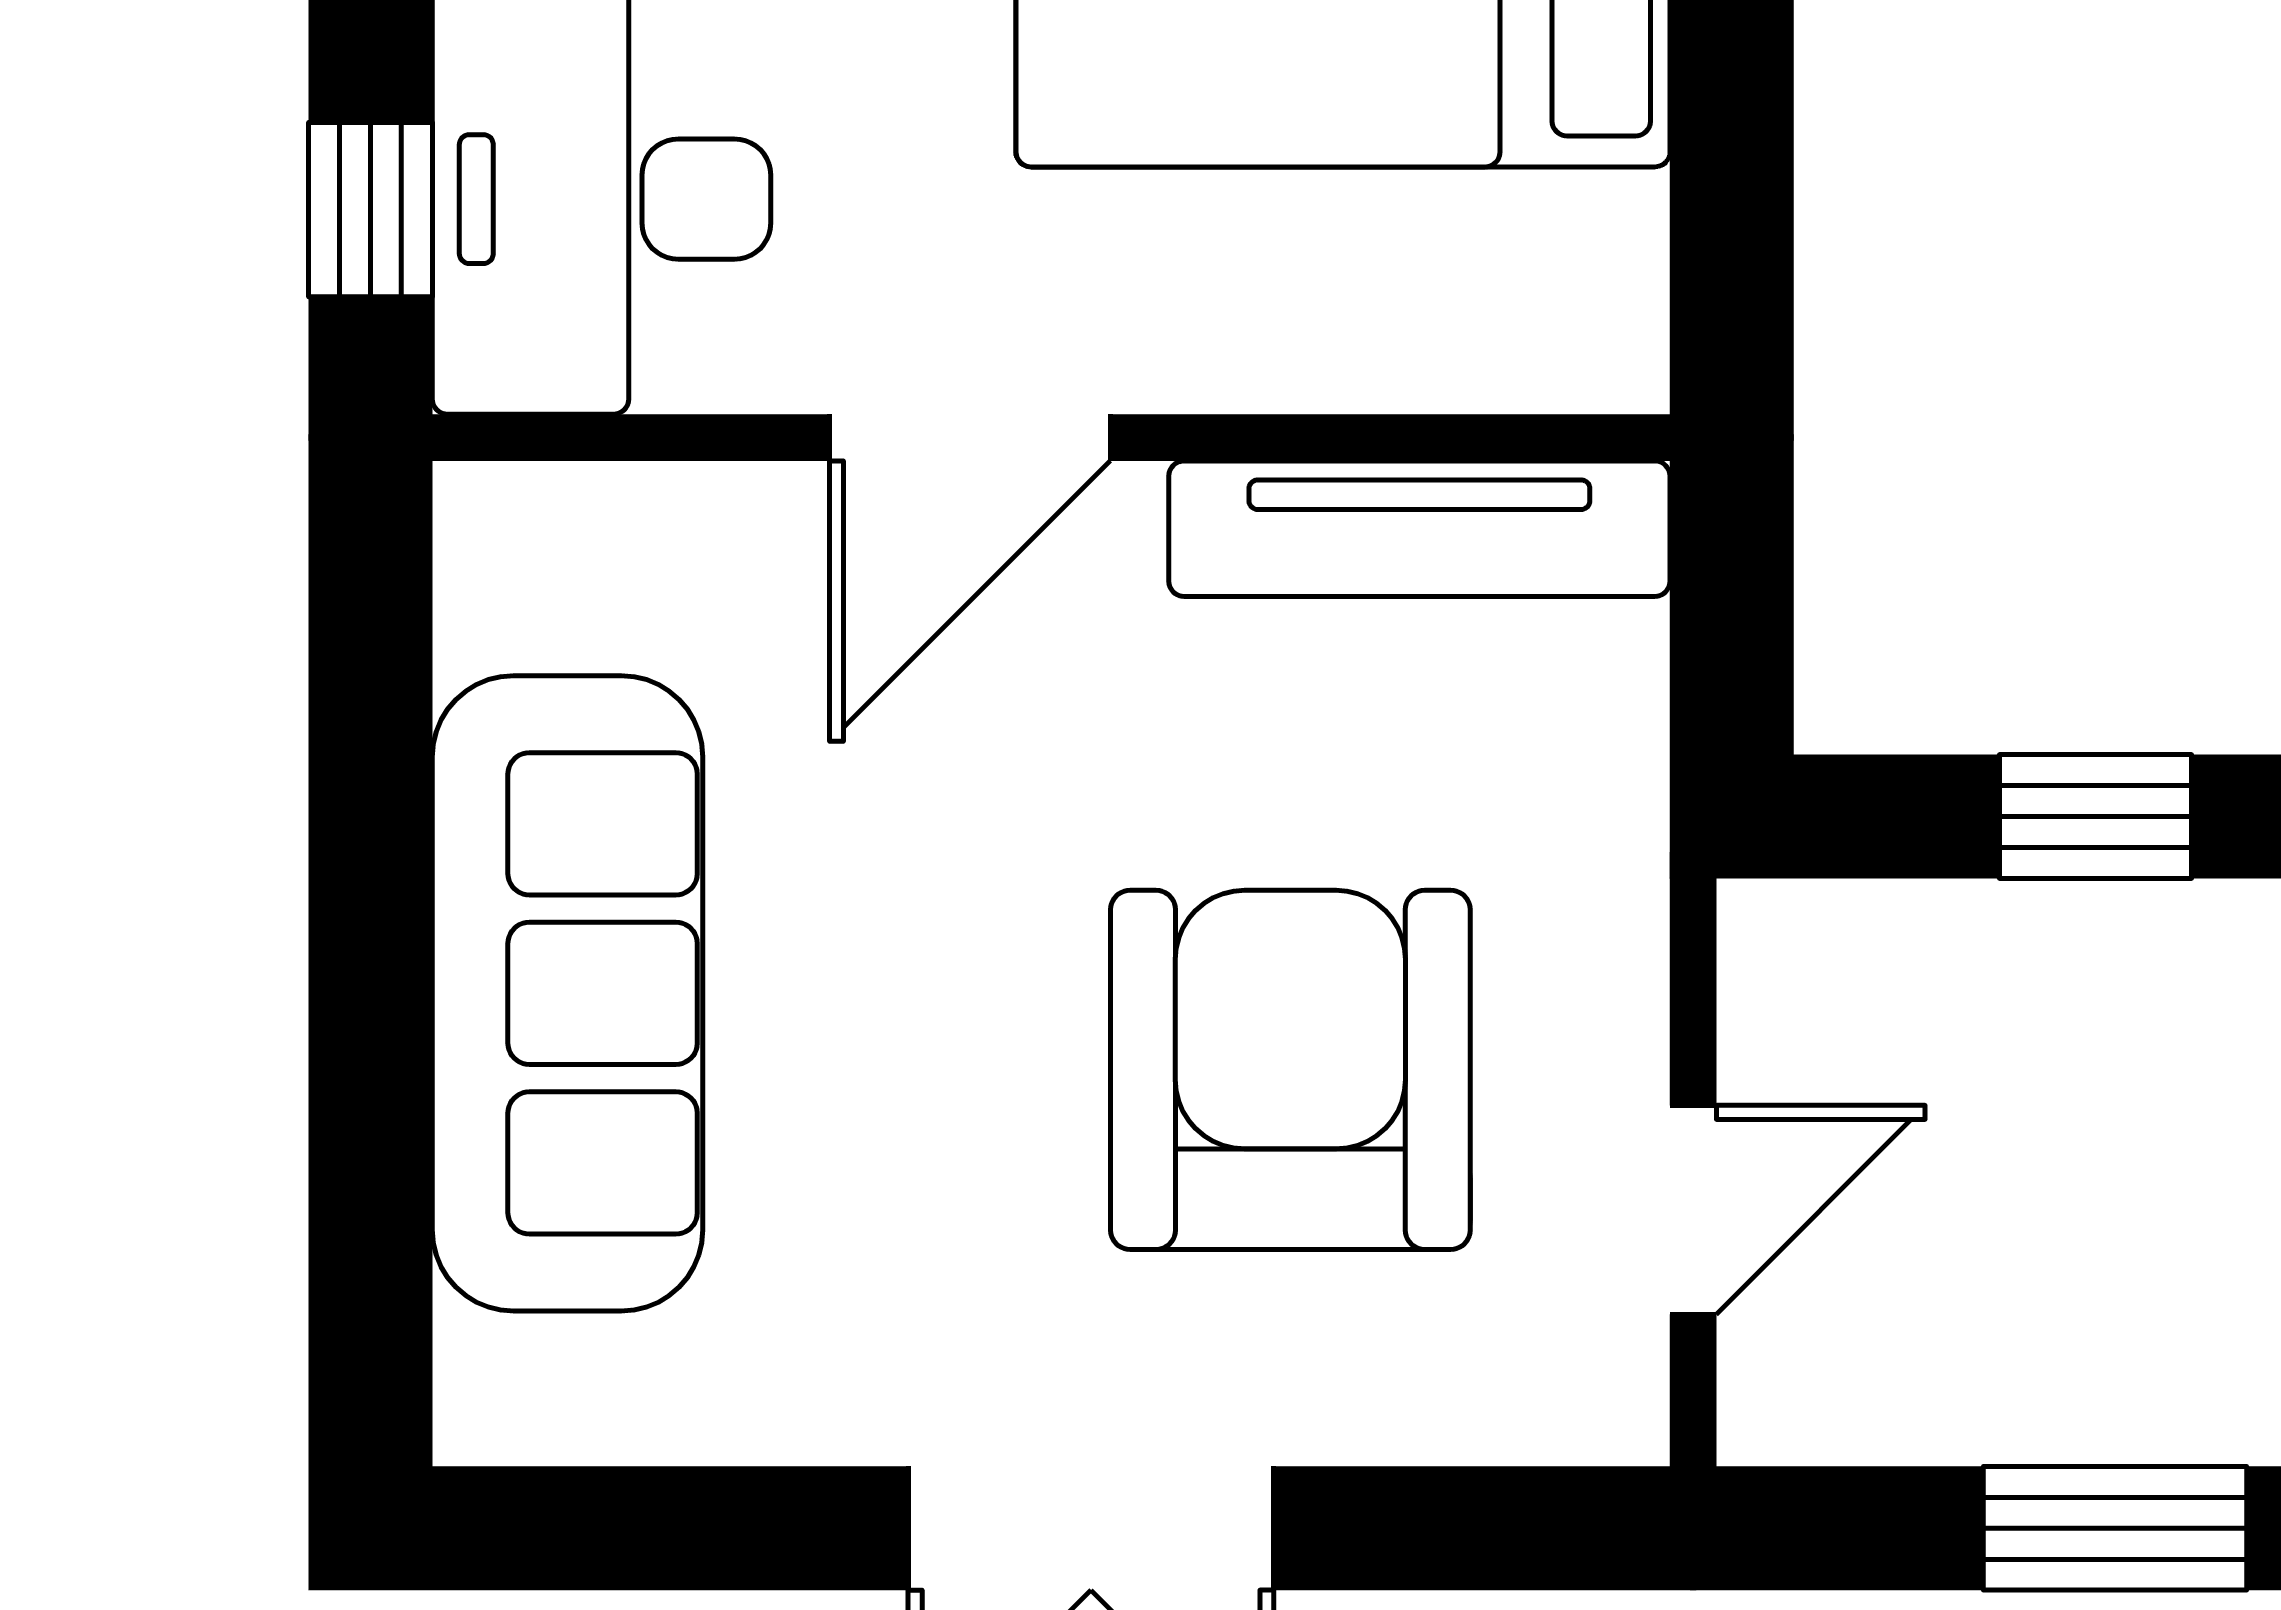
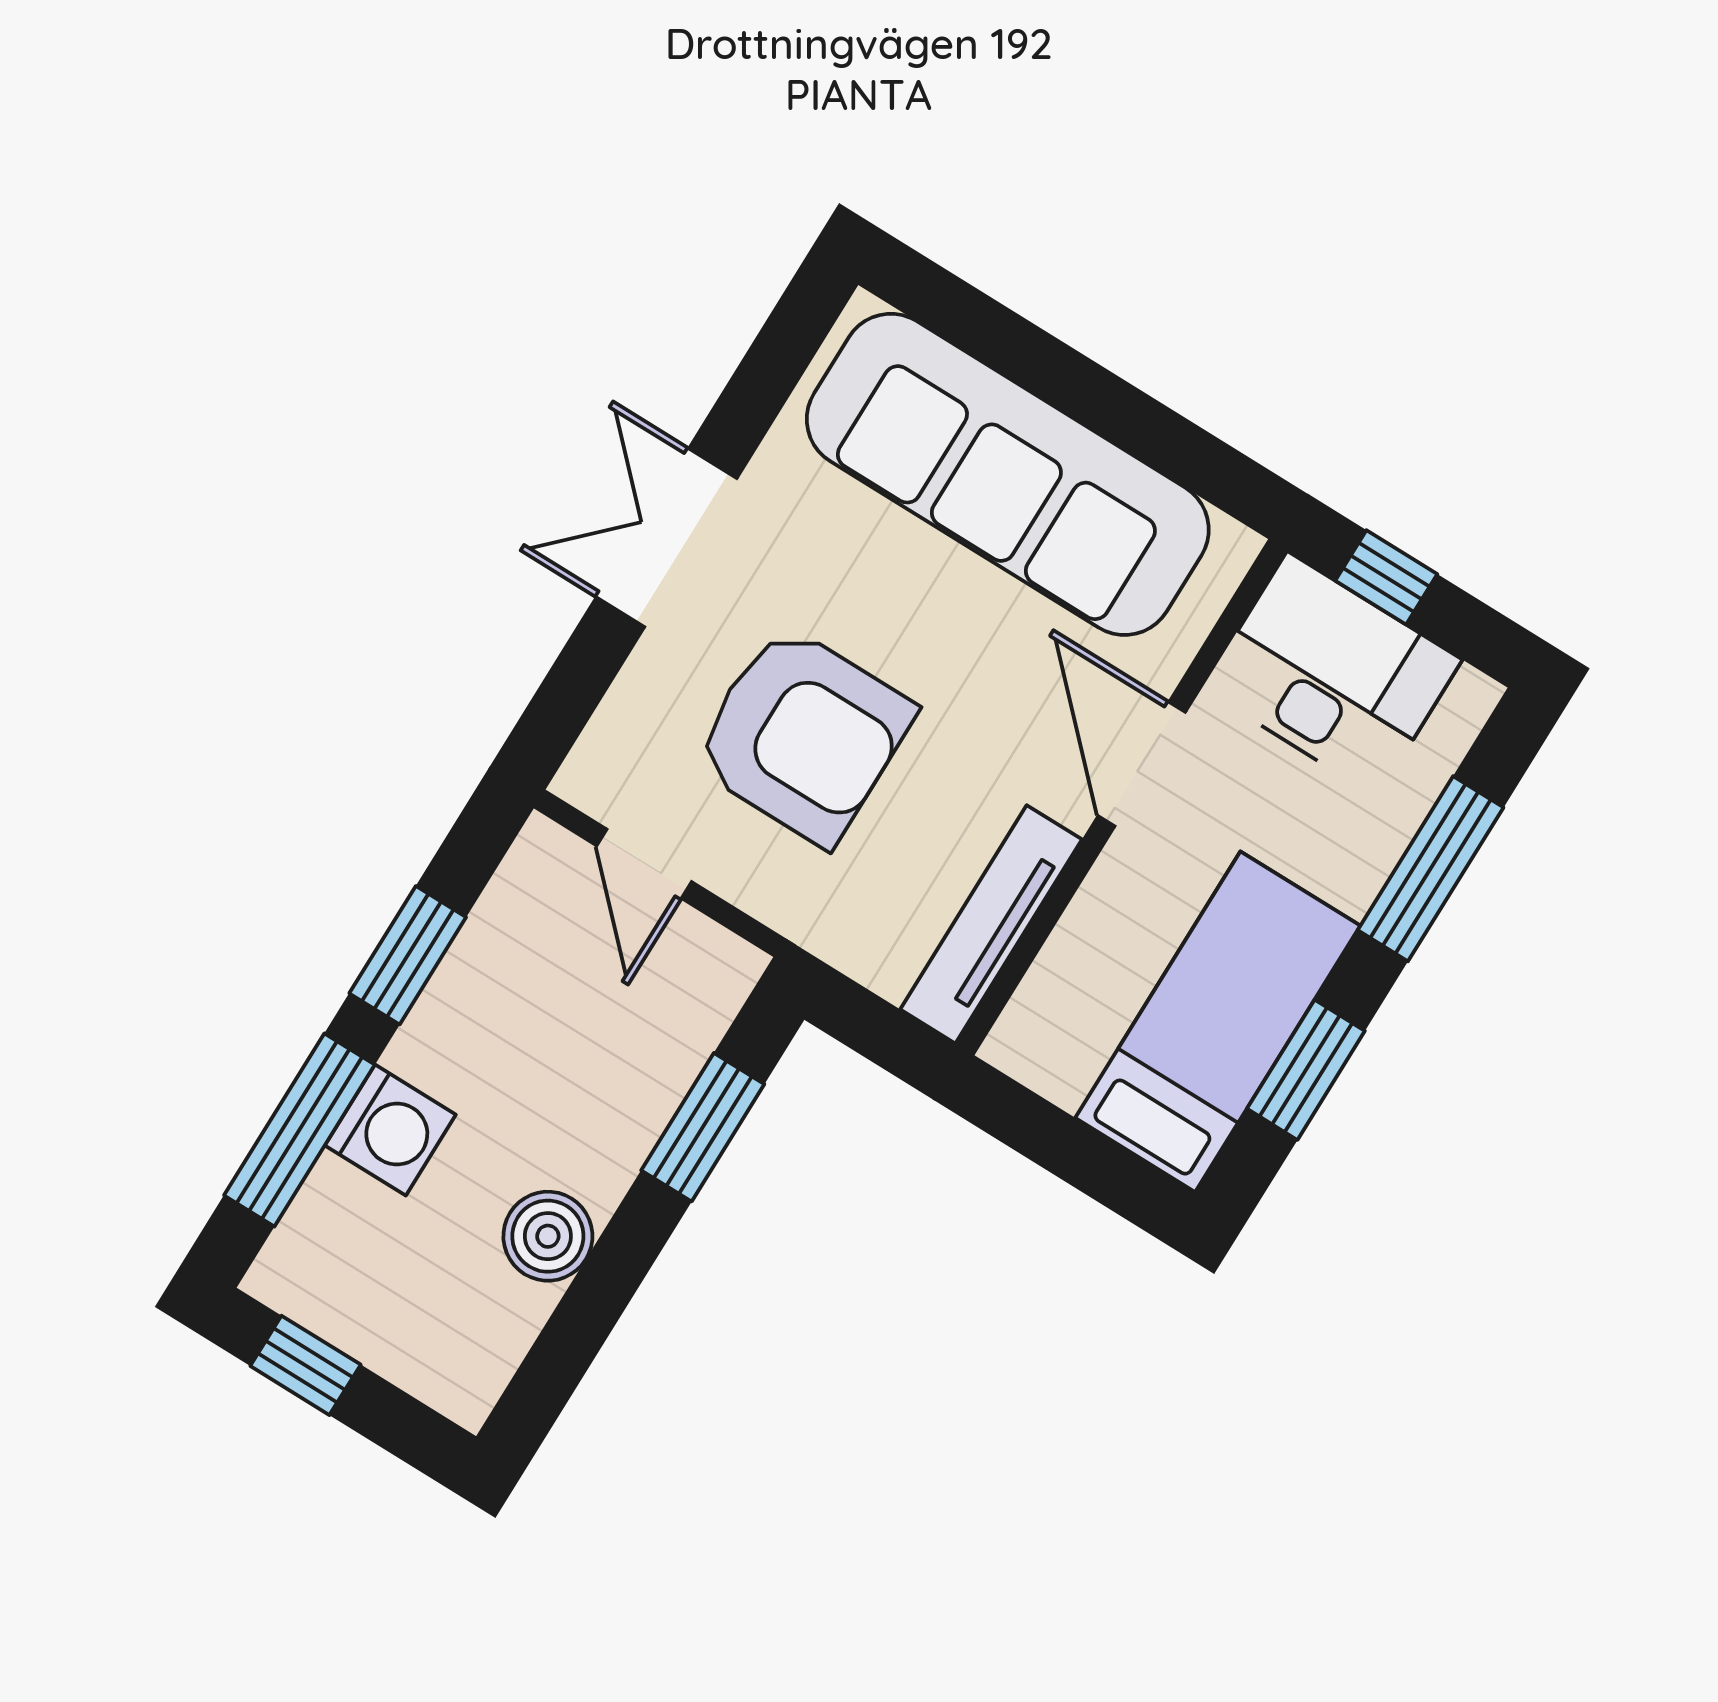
window: (2096, 817) -> (703, 1127), width x1.50
sofa: (567, 993) -> (1008, 474), width x1.36, depth x1.27

